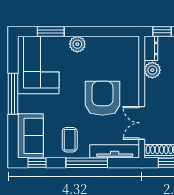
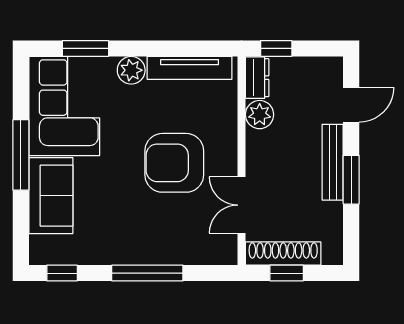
armchair: (102, 98) -> (174, 163), turned -90
sofa: (30, 136) -> (51, 196), moved
coffee table: (70, 140) -> (118, 234), removed
tv unit: (115, 151) -> (190, 68), moved, turned 180

